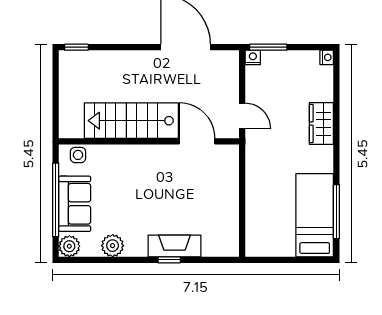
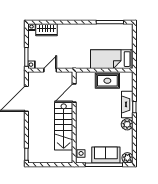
door: (242, 116) -> (50, 70), moved
wardrobe: (321, 124) -> (47, 30), moved
rug: (221, 207) -> (107, 81), added
bed: (315, 215) -> (112, 59), moved
plant: (113, 246) -> (127, 124), moved

